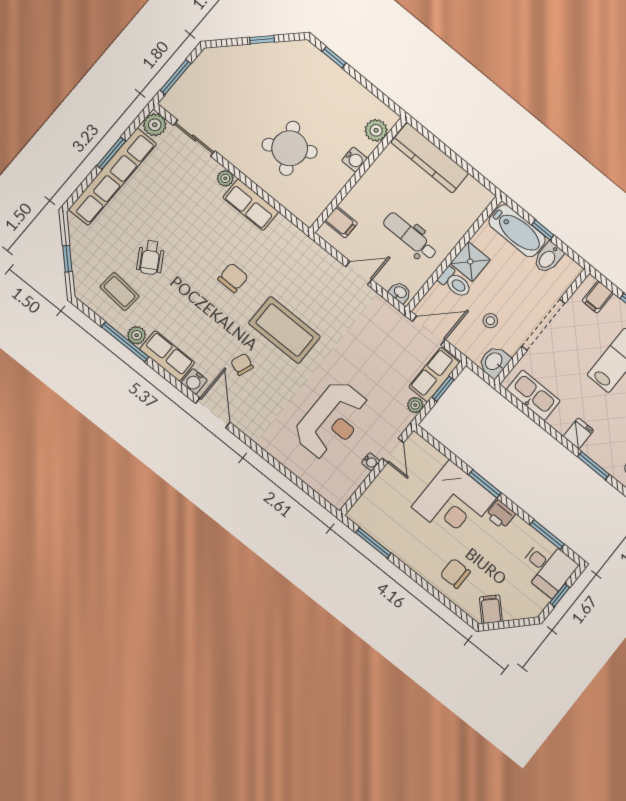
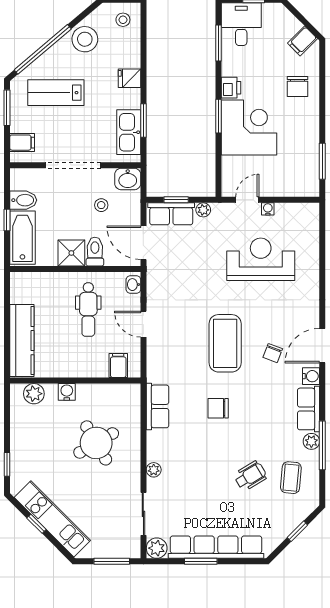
kitchen unit: (255, 57) -> (52, 519), added
row of seats: (251, 205) -> (158, 406), moved
window: (593, 466) -> (143, 121), moved

